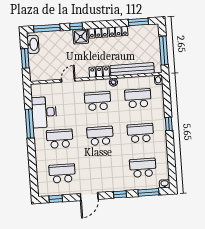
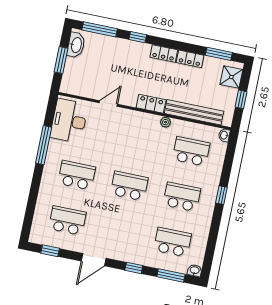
shower: (81, 36) -> (231, 77), moved
window: (164, 50) -> (241, 99), width x0.46
school desk: (98, 101) -> (139, 141), removed
desk: (44, 112) -> (69, 121), moved

